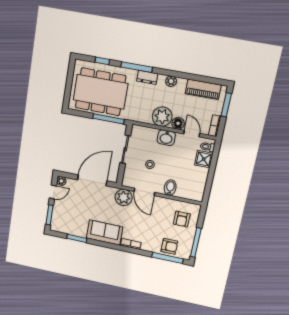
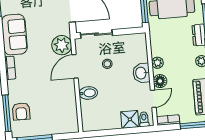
plant: (162, 117) -> (157, 63), width x0.53, depth x0.53
sliding door: (125, 149) -> (96, 34), moved
armchair: (182, 219) -> (57, 116), removed

